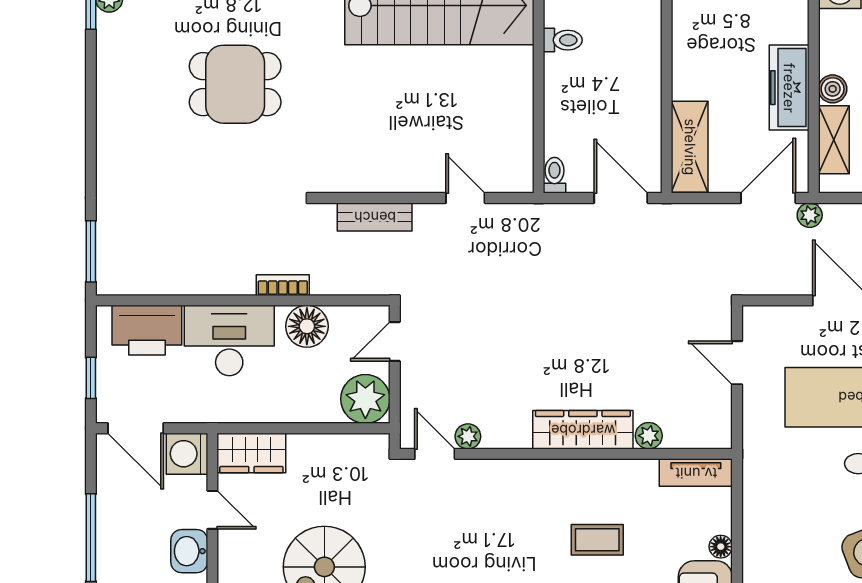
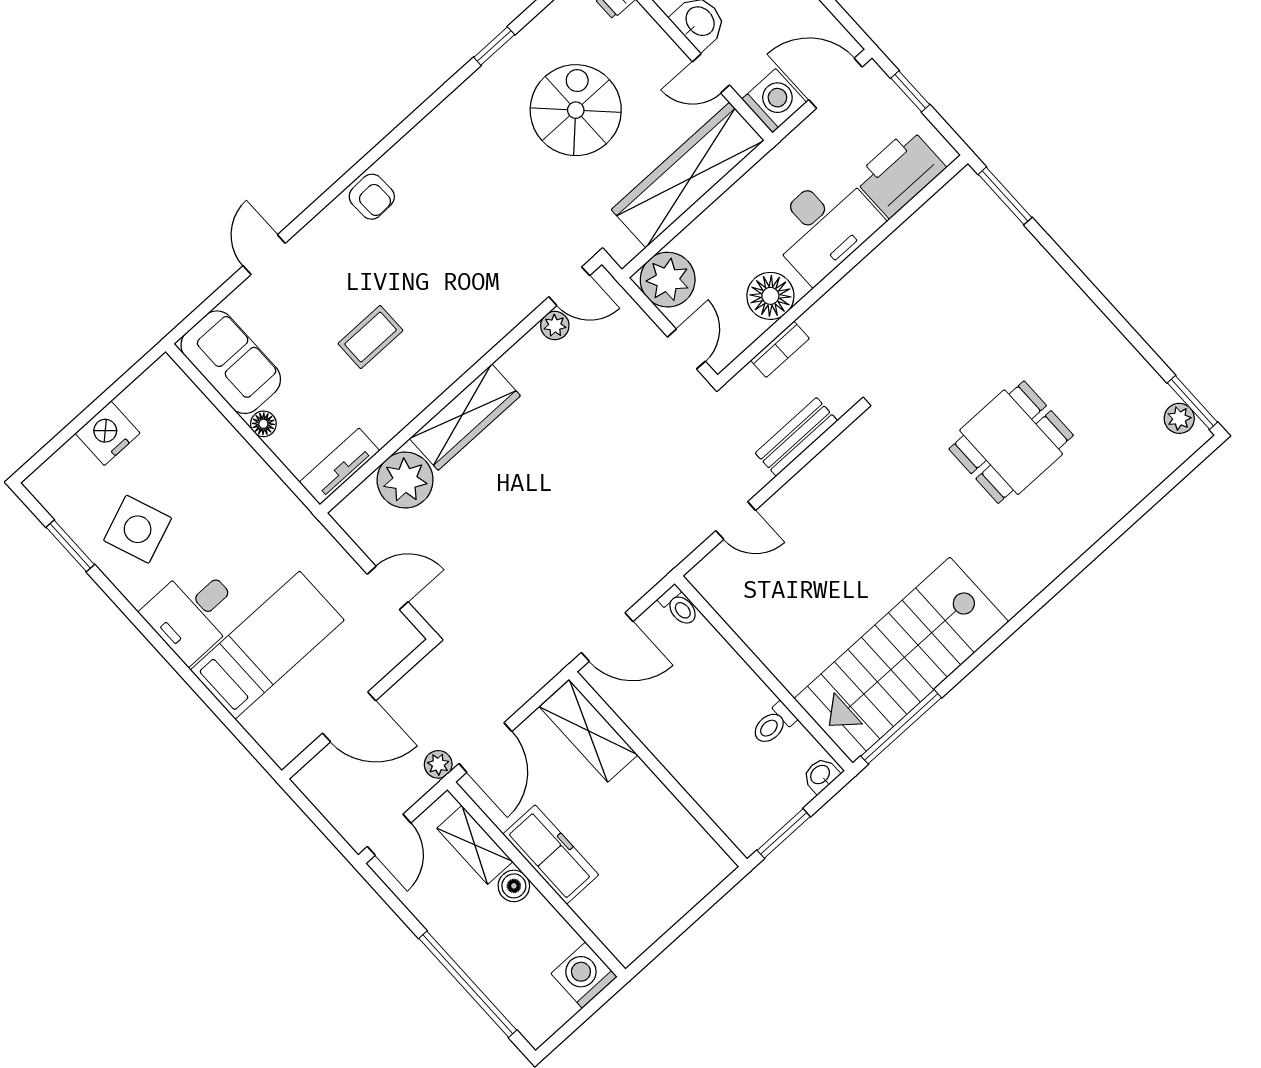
bookcase: (283, 285) -> (780, 349), moved
plant: (649, 436) -> (405, 480), width x1.88, depth x1.88
wardrobe: (251, 453) -> (688, 175), width x2.10, depth x1.17

